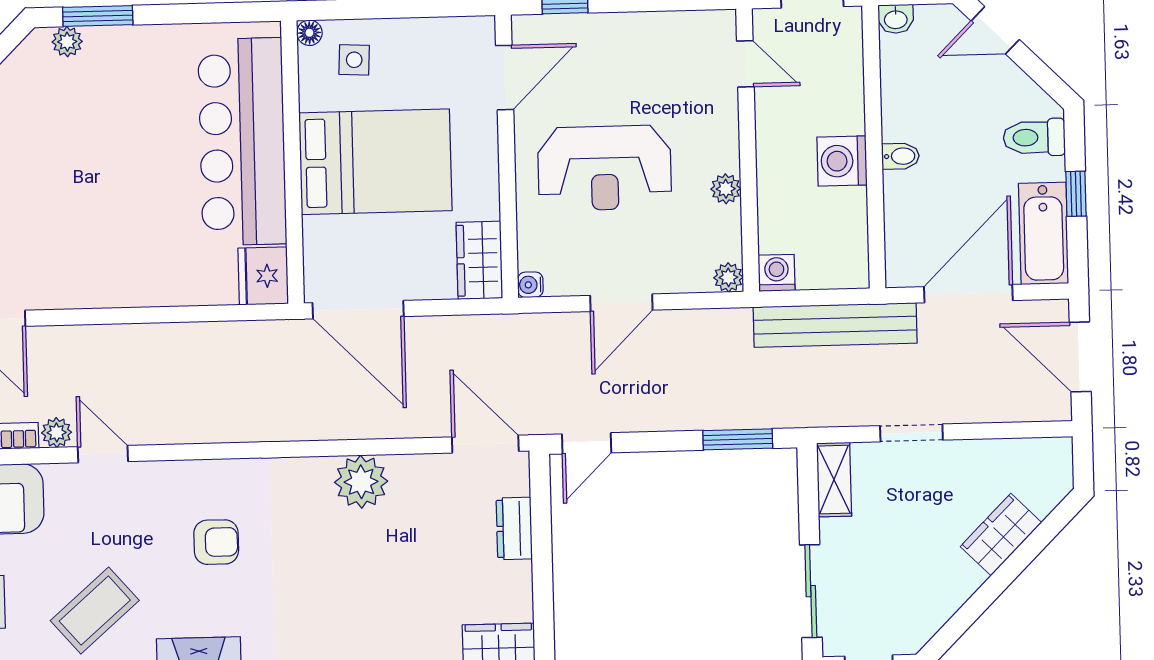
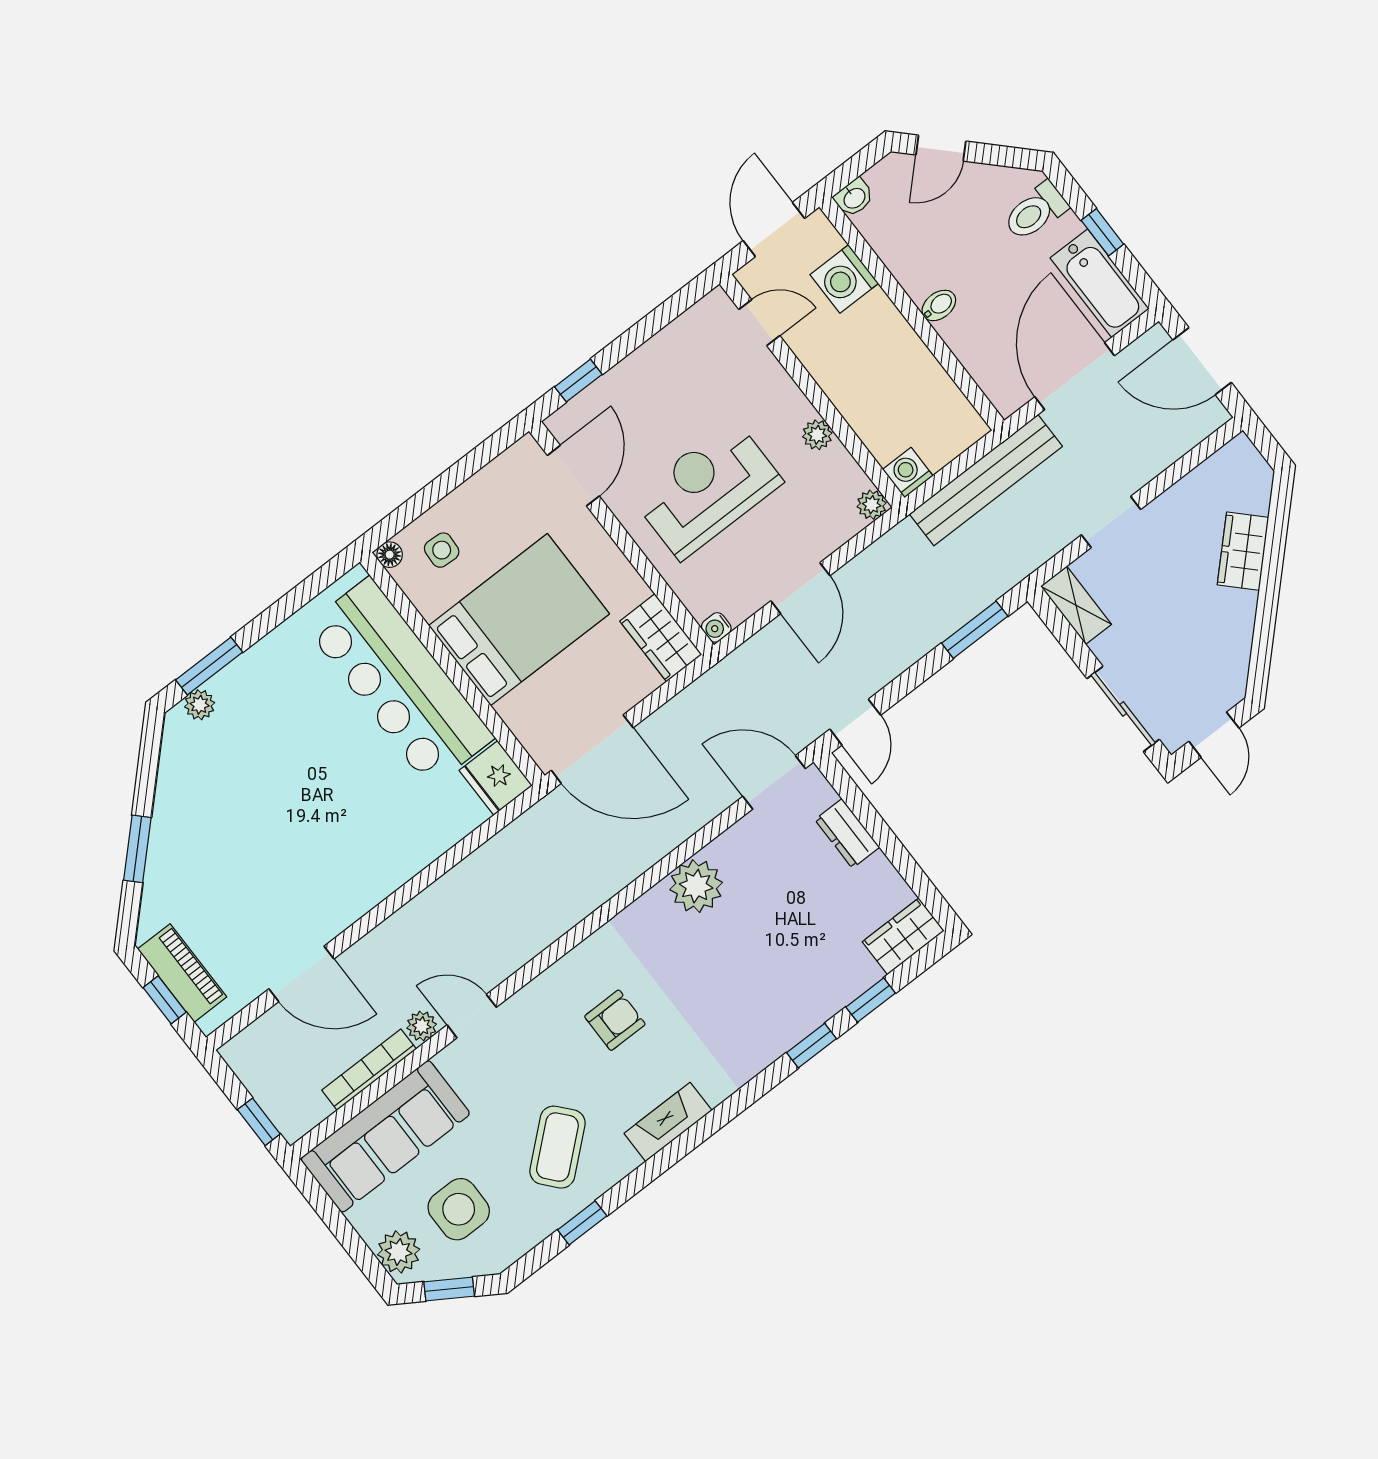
washing machine: (842, 161) -> (844, 279), moved
reception desk: (604, 168) -> (707, 490), turned 180

